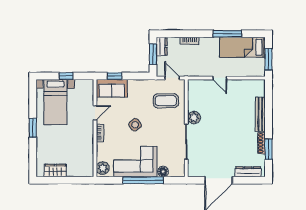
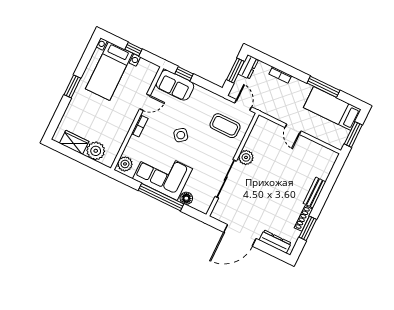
bench: (260, 114) -> (315, 193), width x0.73
plant: (75, 169) -> (96, 151), added

